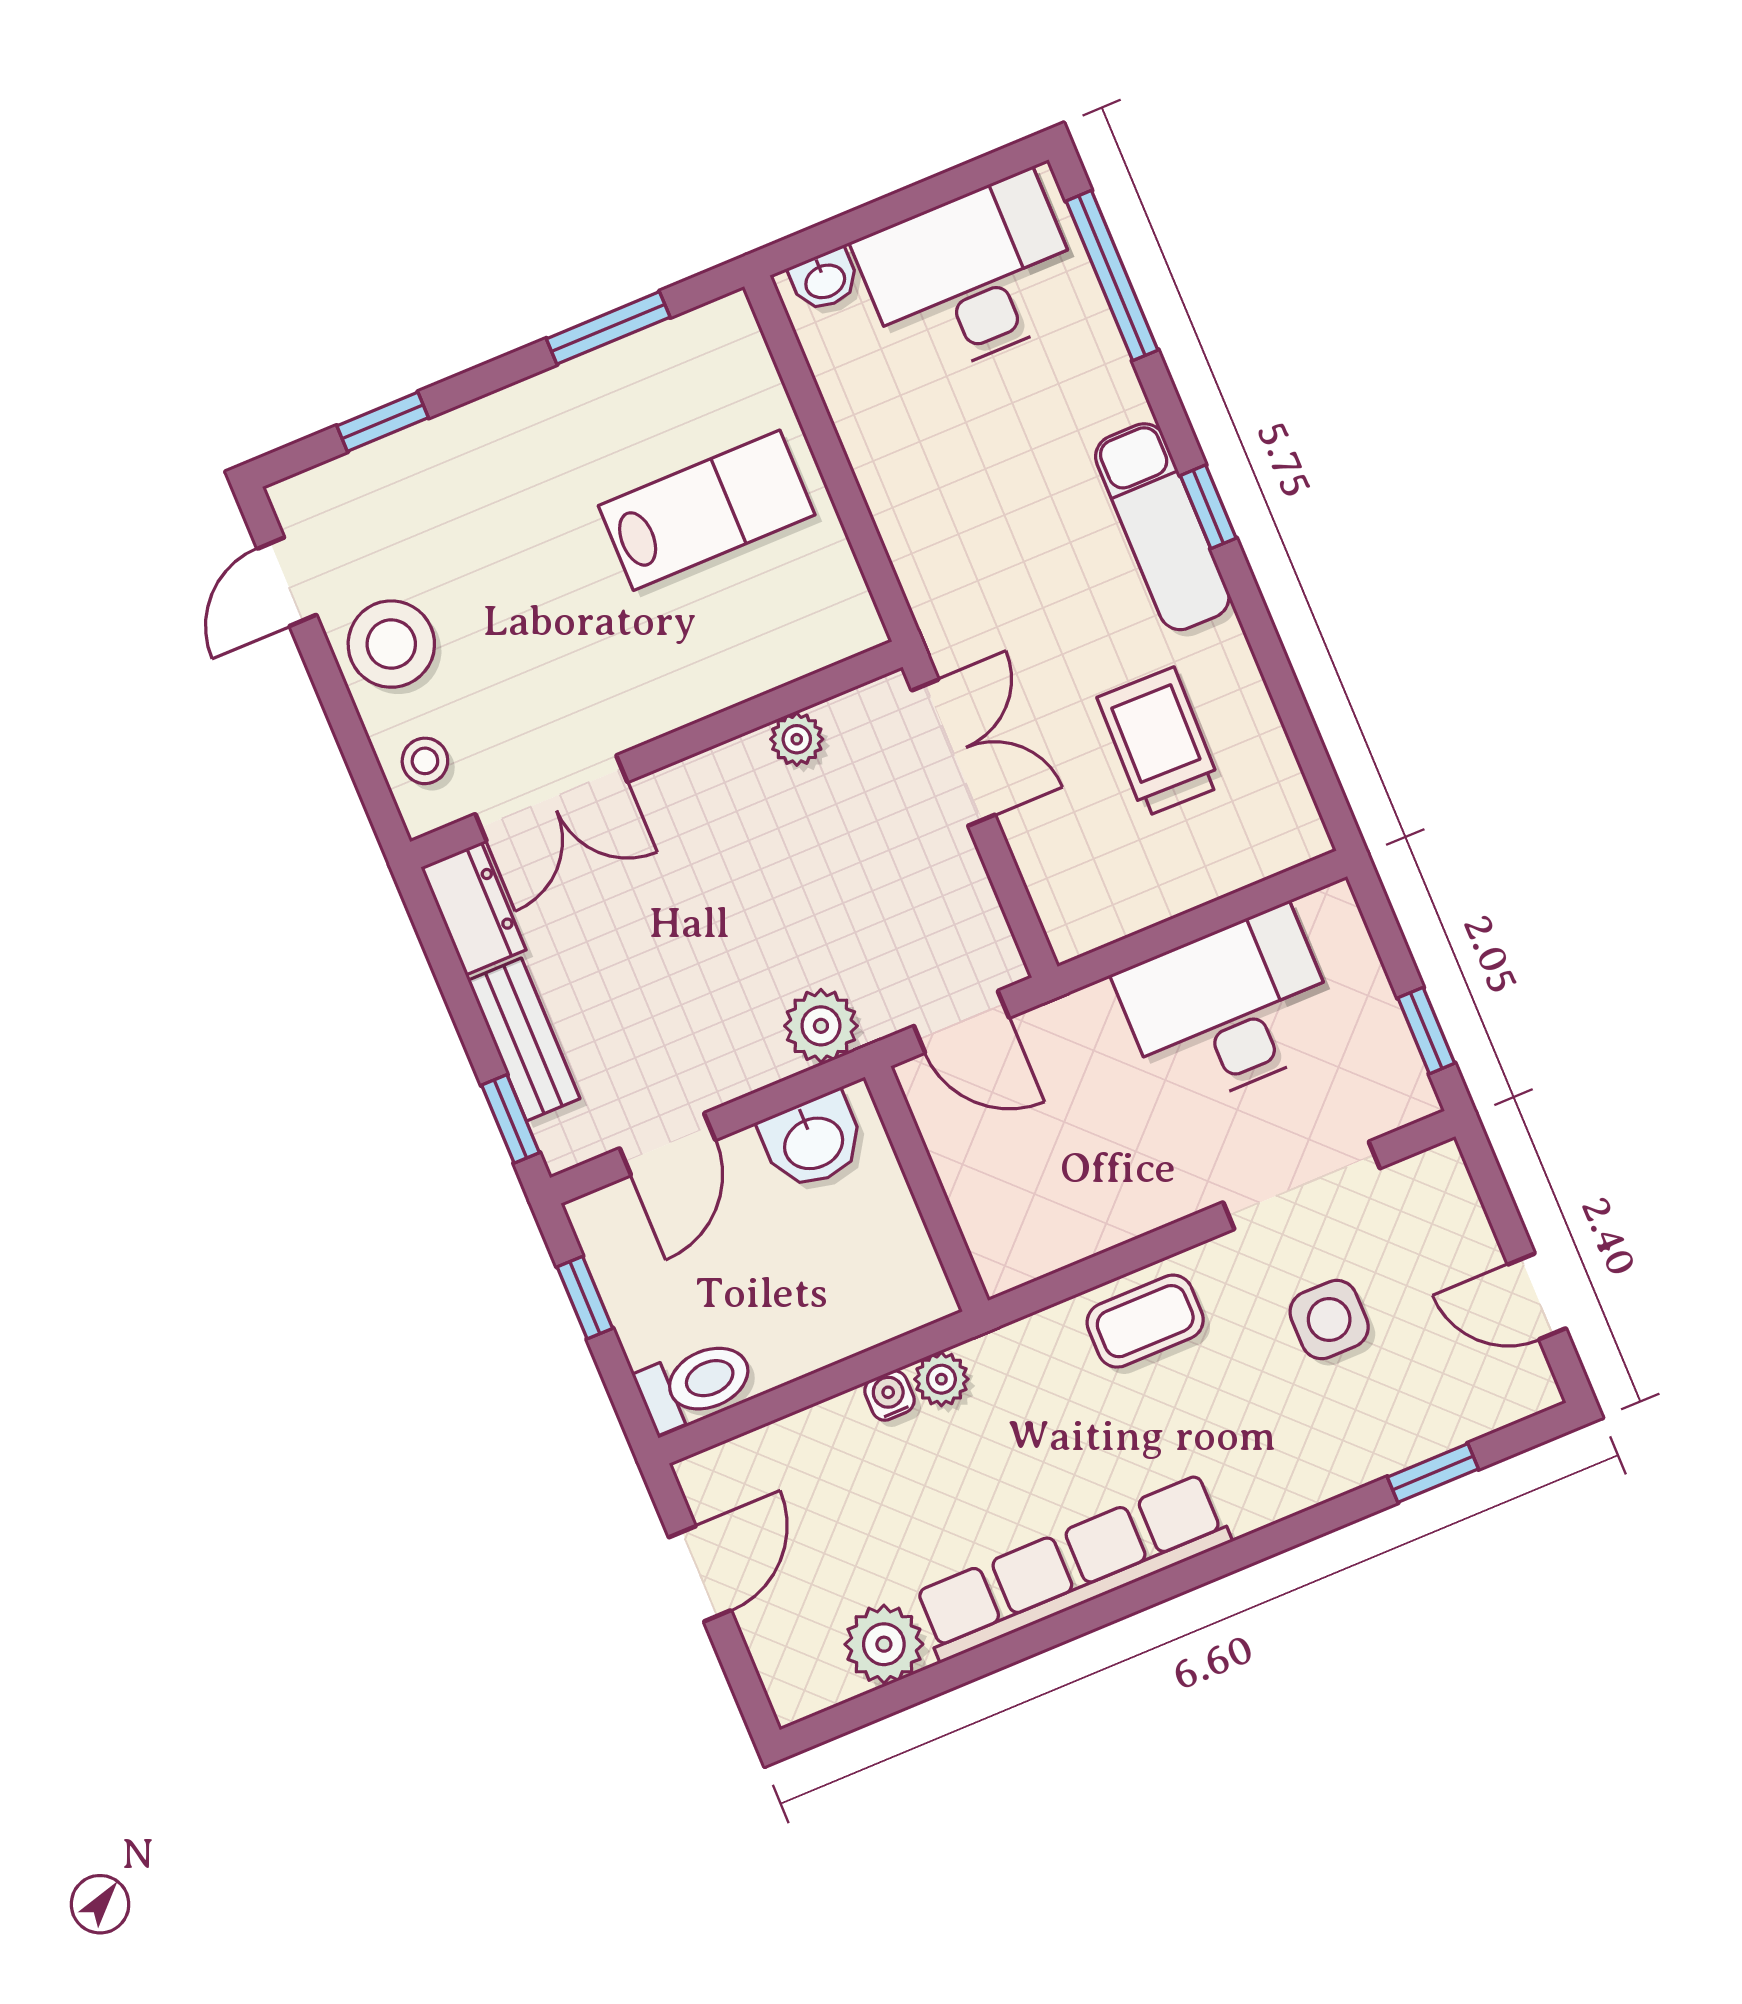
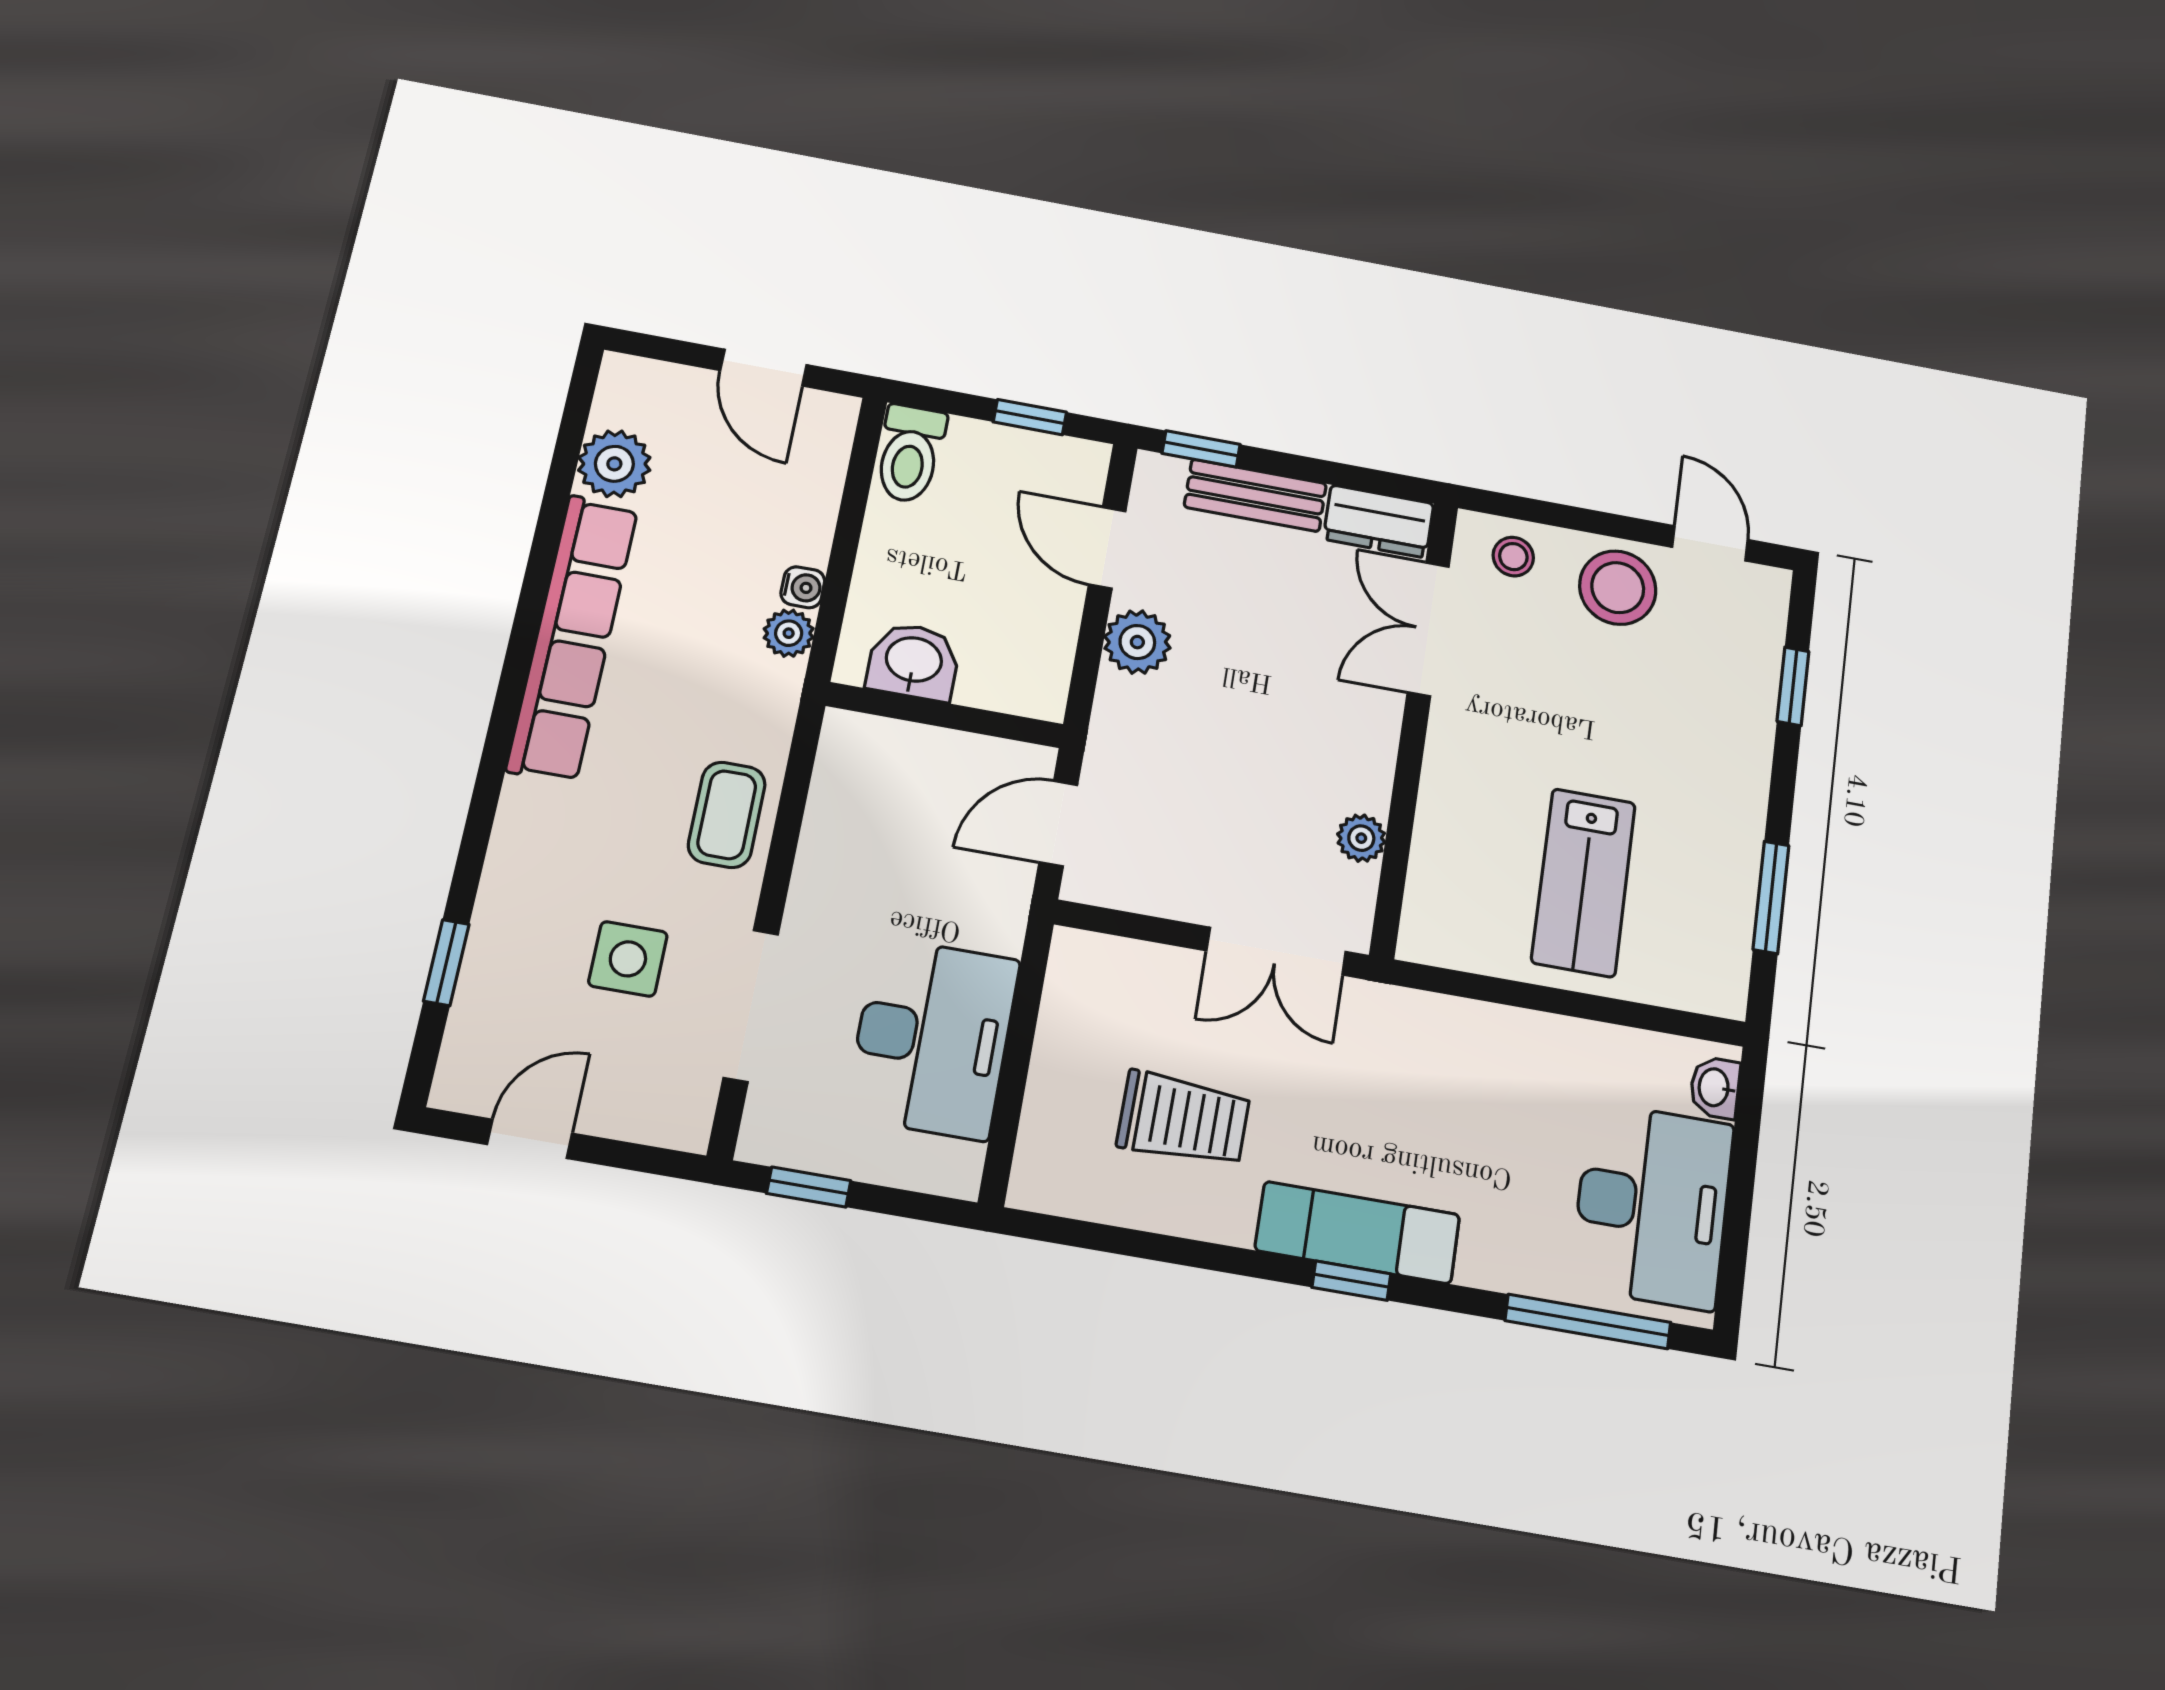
plant: (821, 1026) -> (1137, 642), moved
washbasin: (813, 1141) -> (913, 661), moved, turned 90

